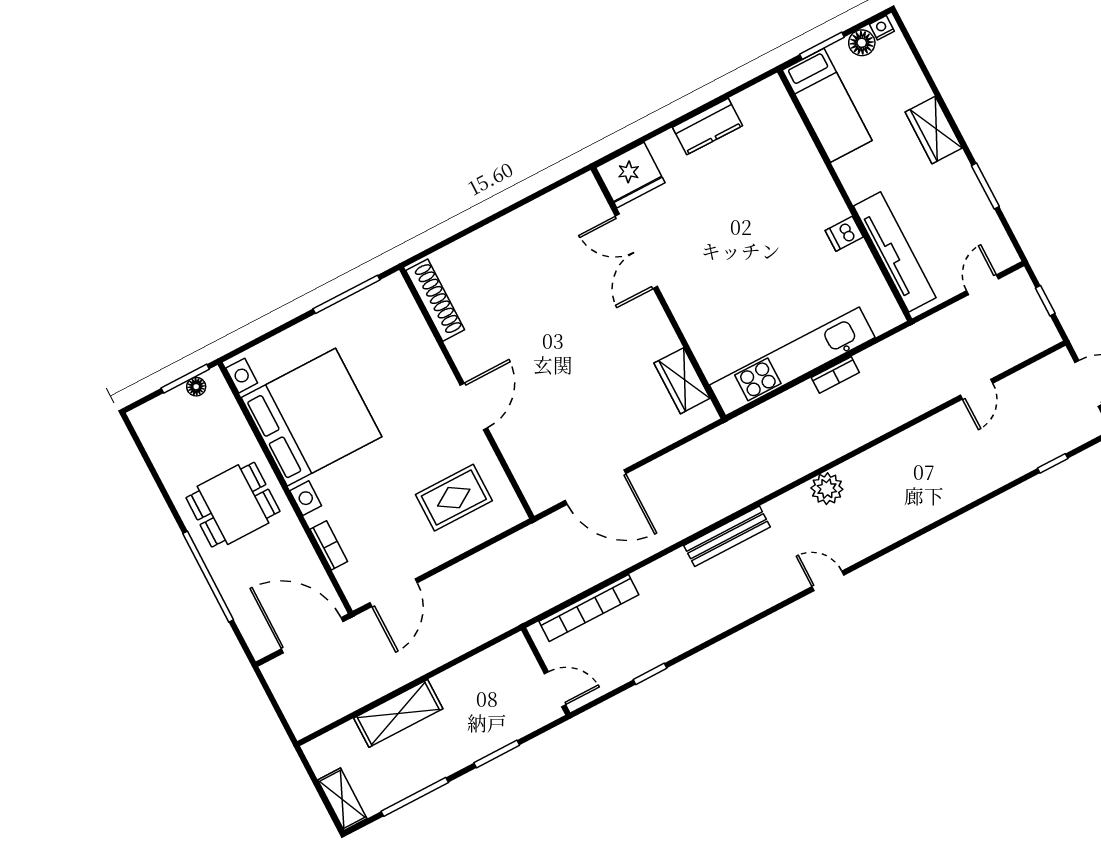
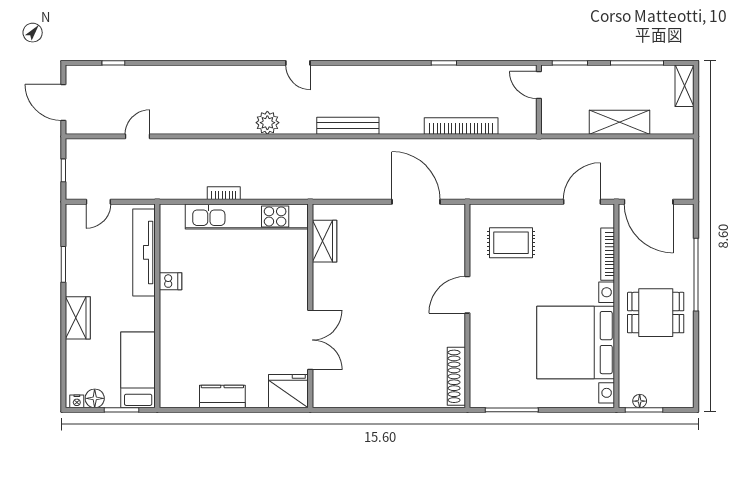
bookcase: (329, 545) -> (608, 254), width x1.56
wall: (546, 671) -> (539, 100), moved
door: (555, 689) -> (539, 85), moved

